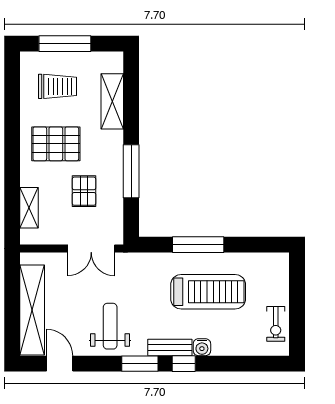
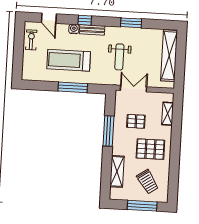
trolley: (57, 86) -> (148, 182), turned -124
pallet: (84, 191) -> (136, 121), turned 90
weight bench: (110, 326) -> (119, 57), moved
door: (60, 364) -> (49, 18), moved
window: (140, 364) -> (131, 23), moved

